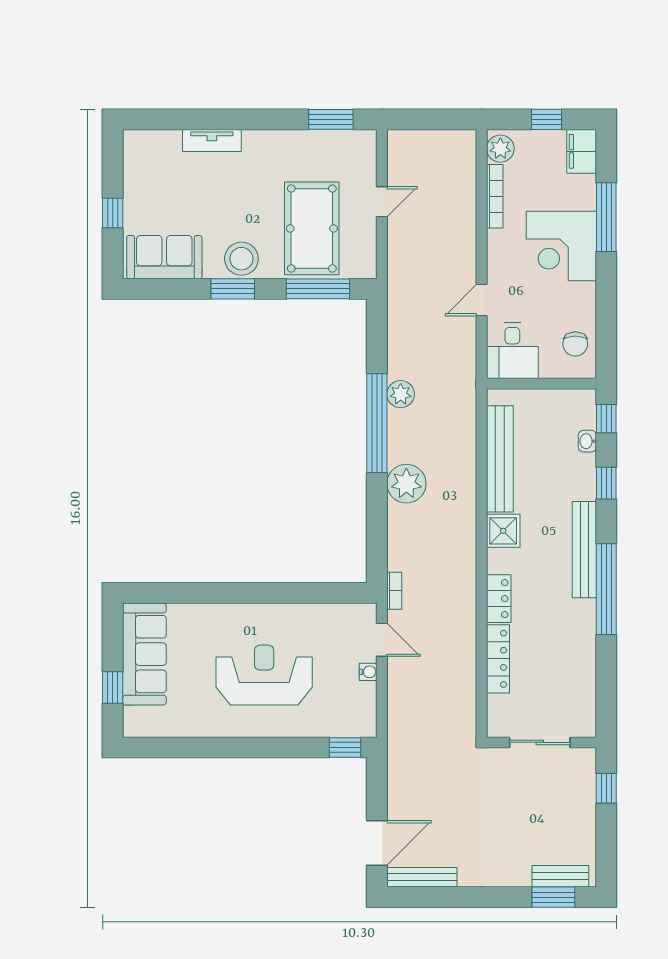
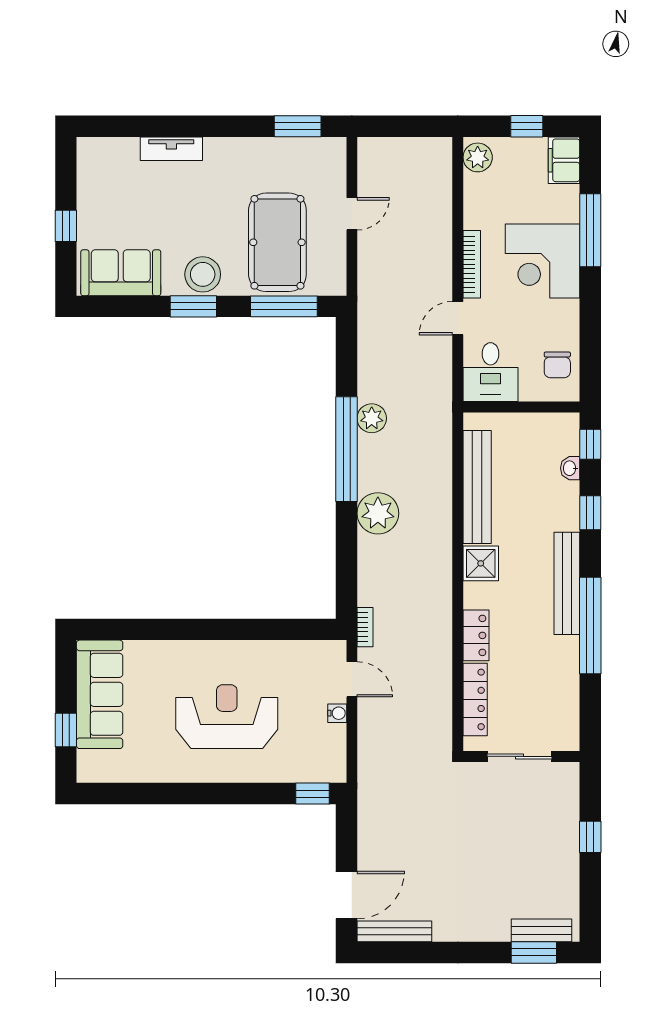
bookcase: (495, 196) -> (472, 264), moved
sliding door: (540, 742) -> (520, 756), moved
wall: (541, 742) -> (521, 756), moved

